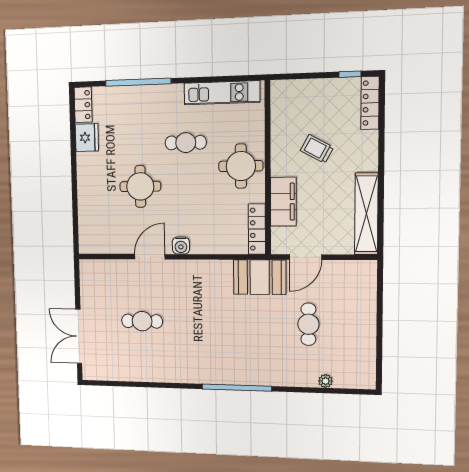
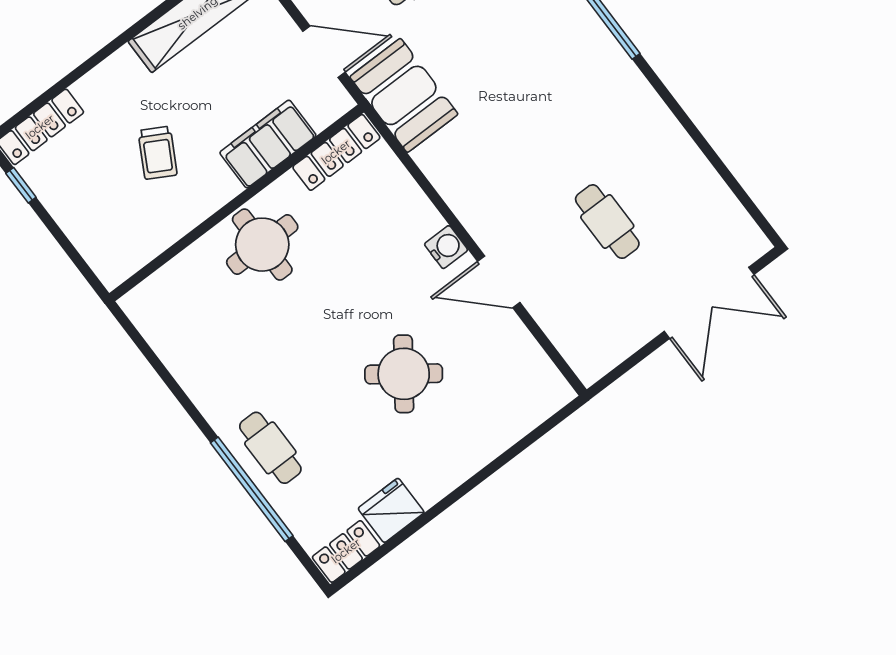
kitchen unit: (222, 93) -> (177, 351), removed
cafe table: (186, 143) -> (270, 448), moved
round table: (140, 186) -> (404, 374), turned 36

